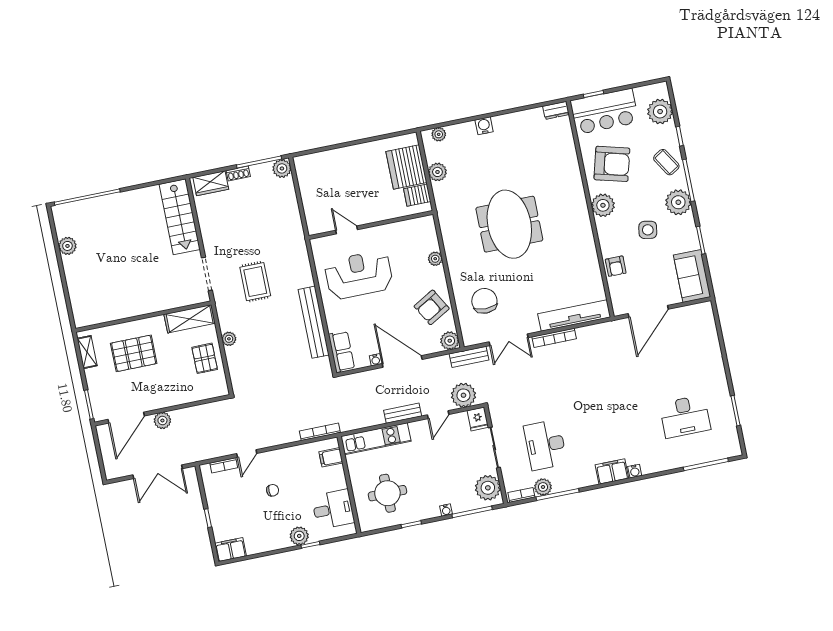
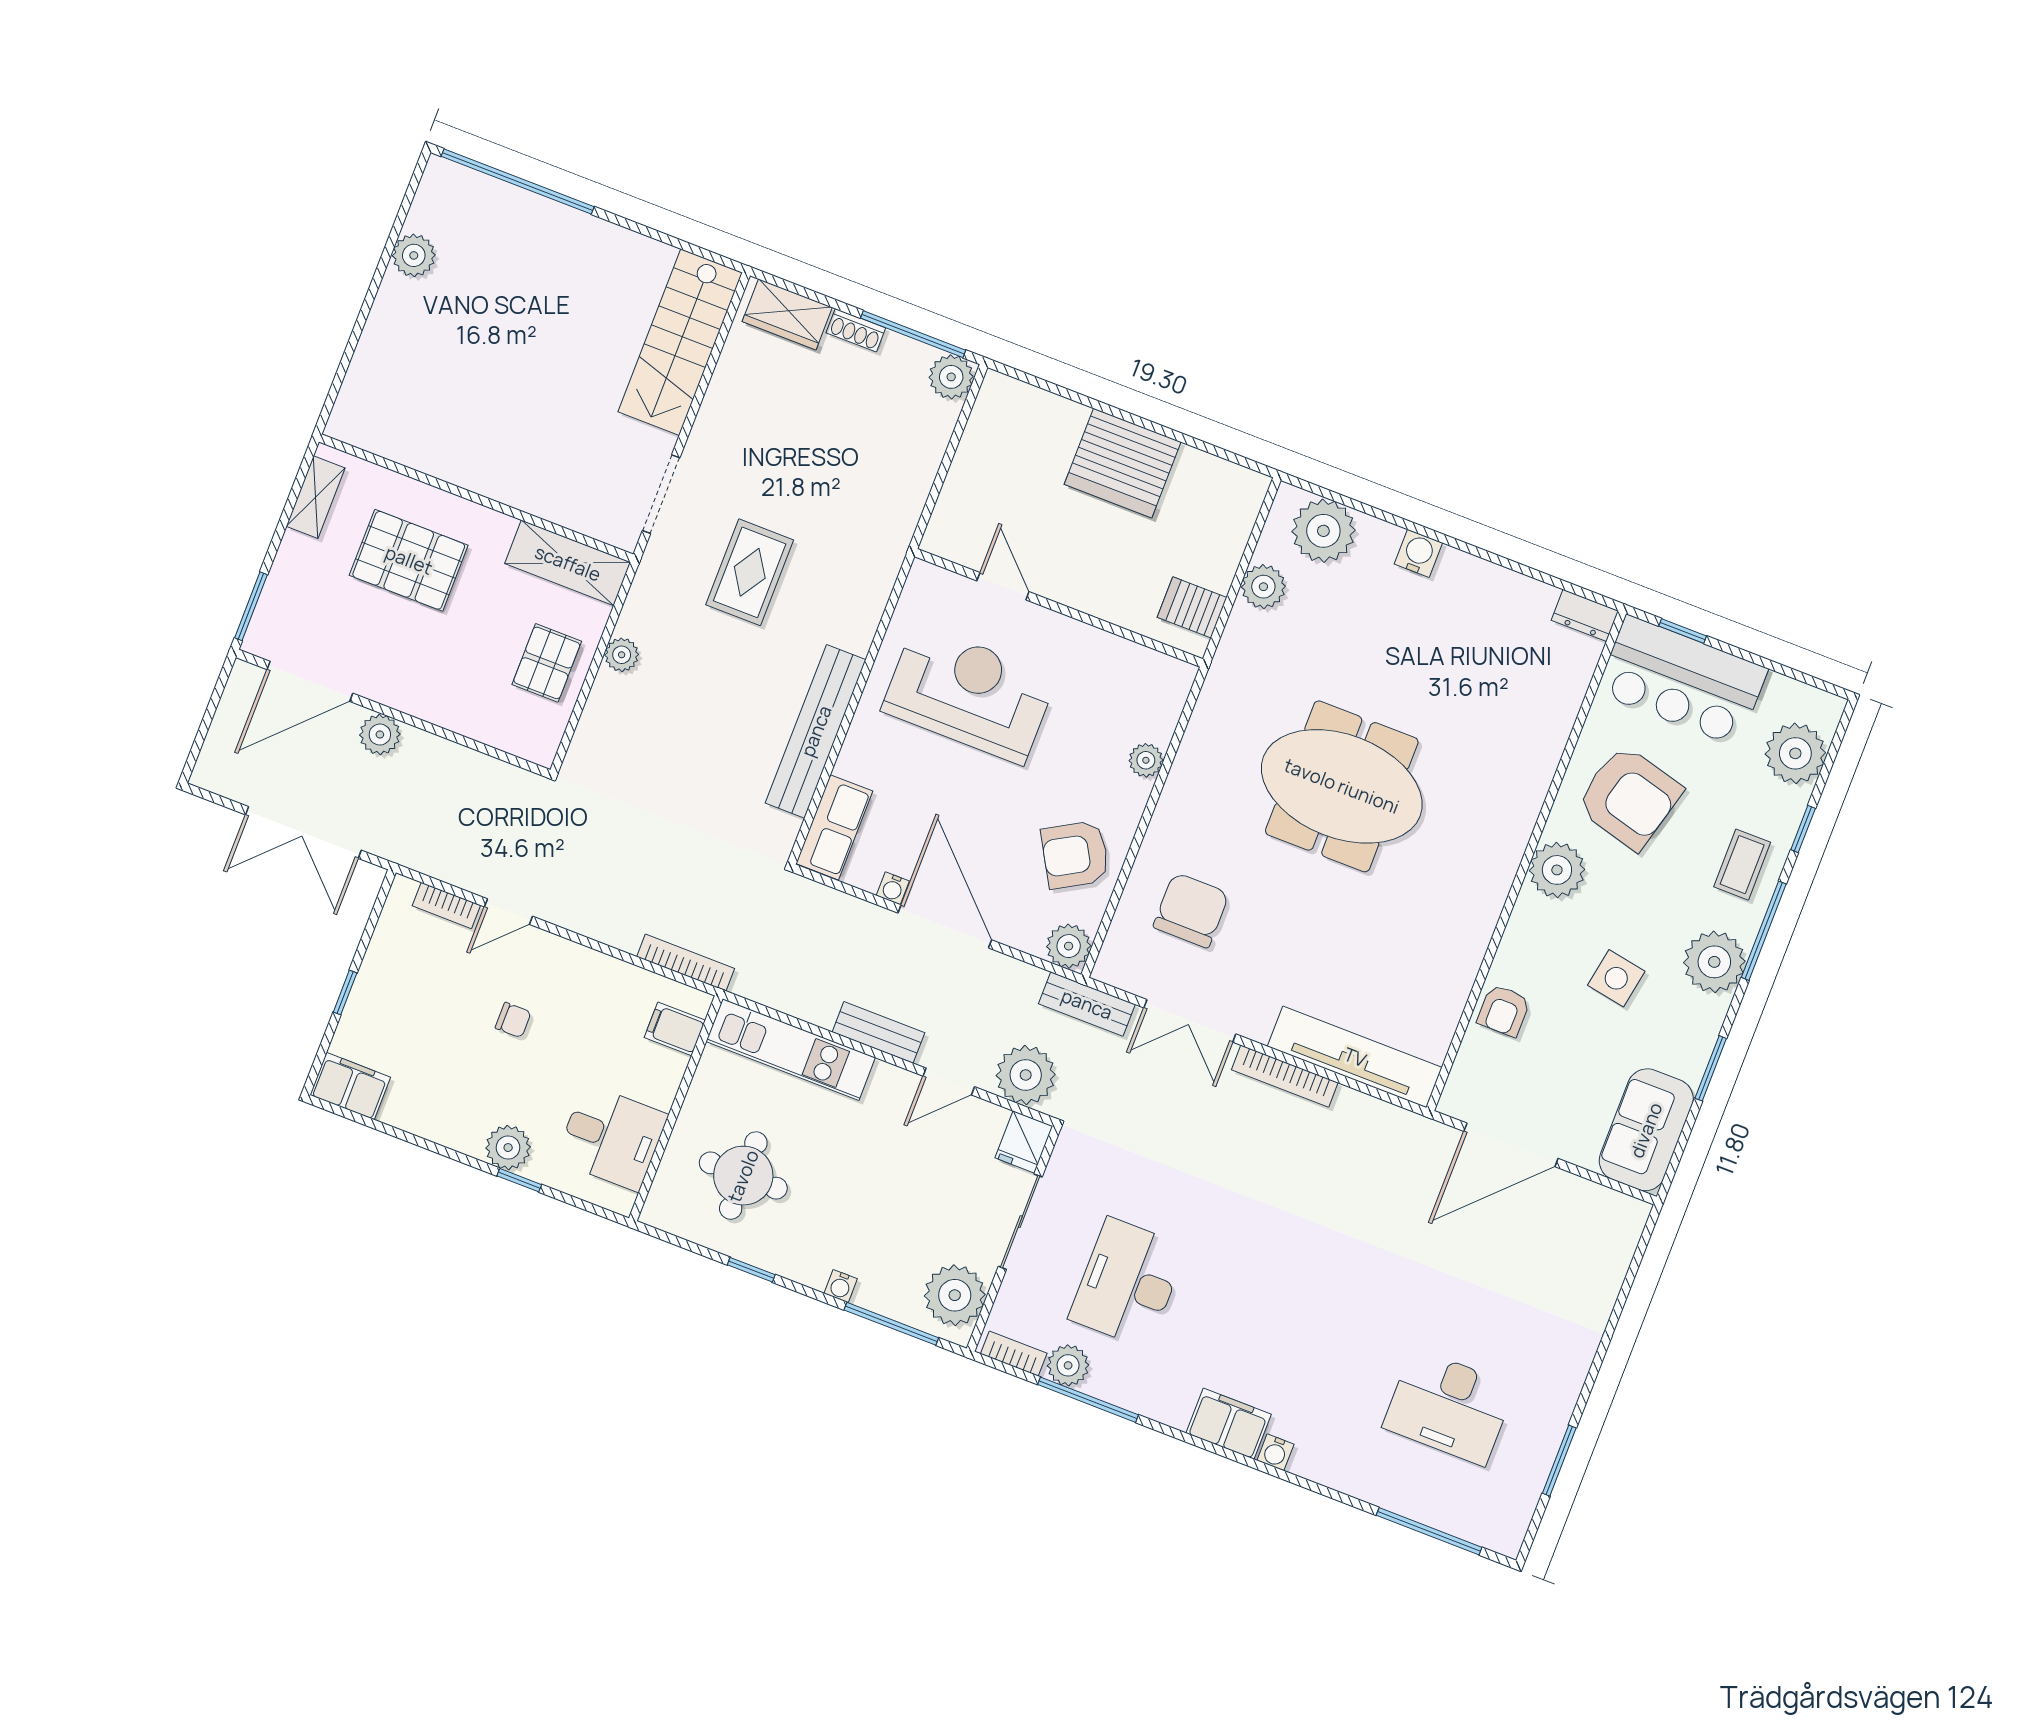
plant: (439, 134) -> (1323, 531), width x1.88, depth x1.88
coffee table: (666, 162) -> (1742, 865), turned 32
server rack: (406, 167) -> (1123, 463), moved, turned -90
meeting table: (509, 224) -> (1342, 786), turned 90

